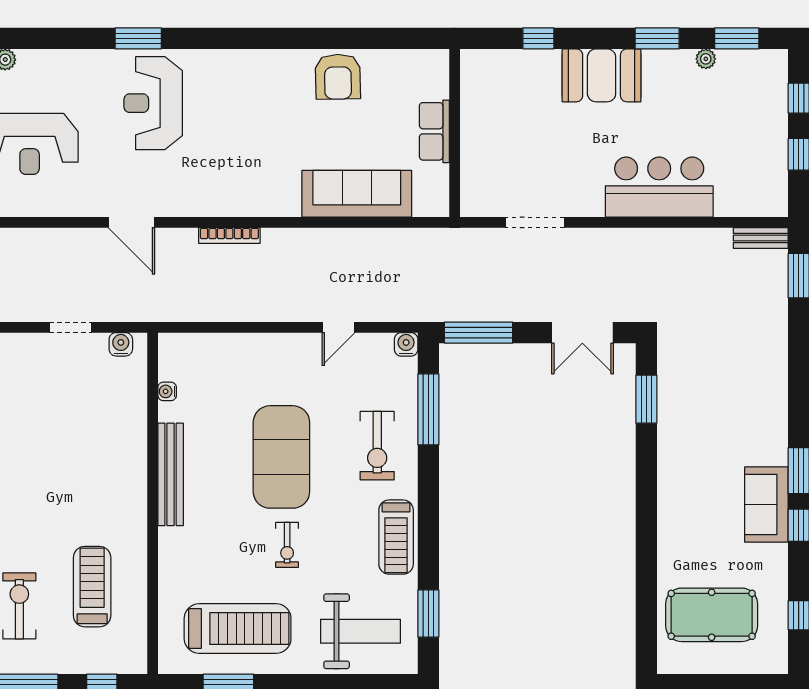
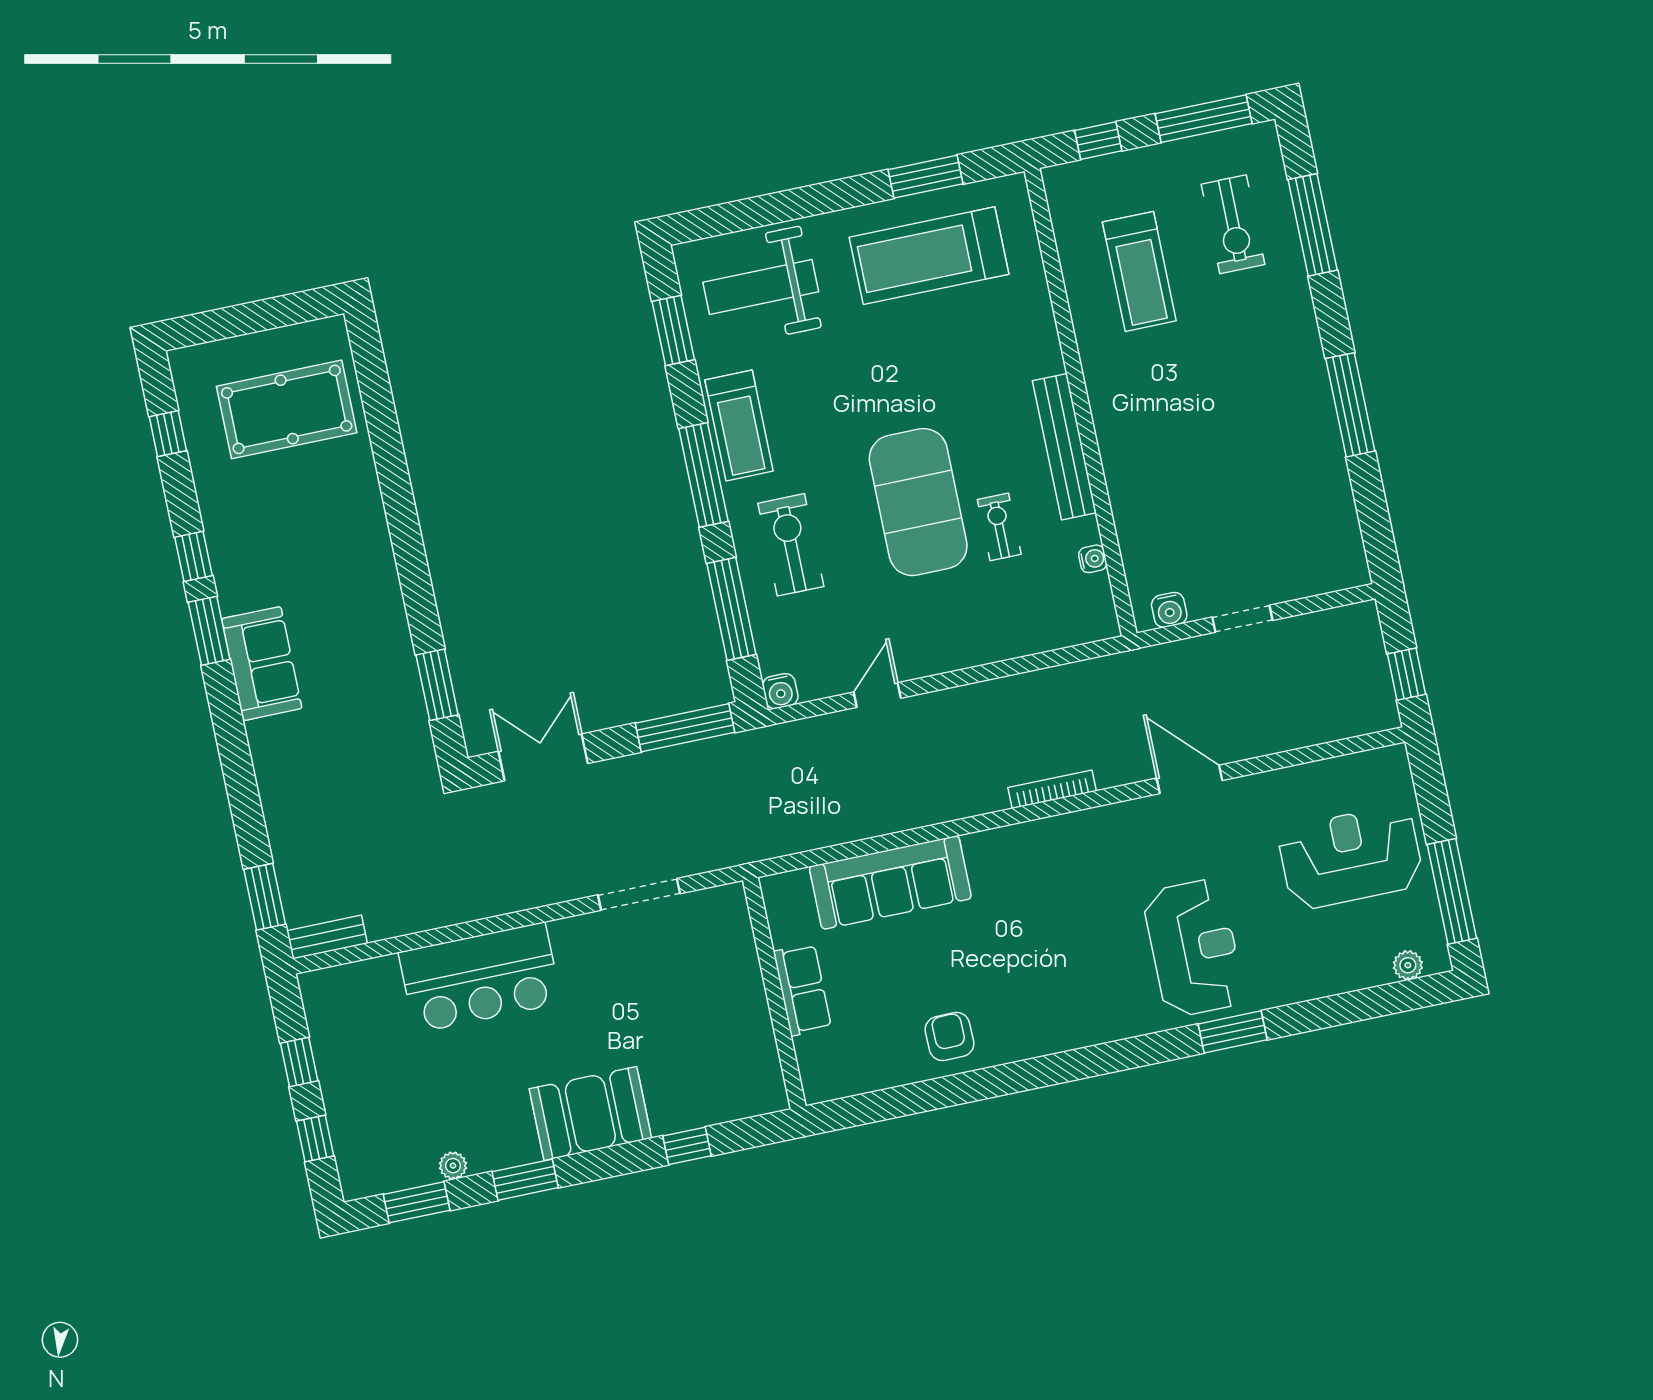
armchair: (338, 77) -> (949, 1037), width x0.72, depth x0.72
sofa: (766, 505) -> (262, 664), moved
window: (428, 508) -> (703, 475), added
treadmill: (396, 537) -> (739, 425), turned 180
exercise bike: (287, 545) -> (999, 527), moved

